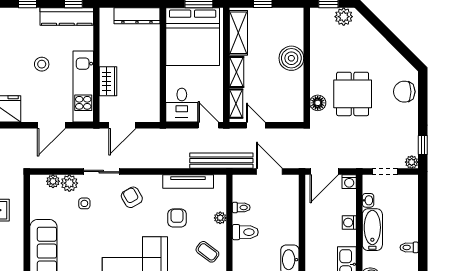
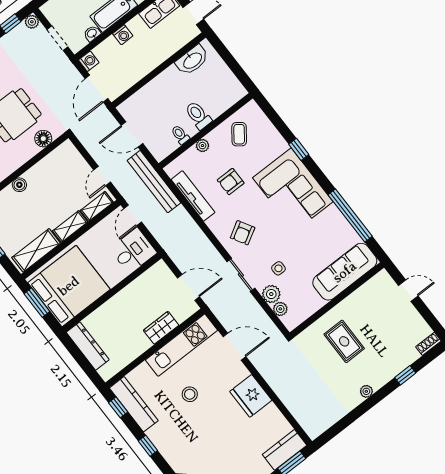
boiler: (291, 58) -> (19, 185), width x0.54, depth x0.54
door: (269, 172) -> (132, 134), hinge flipped
door: (324, 172) -> (96, 89), swing flipped

